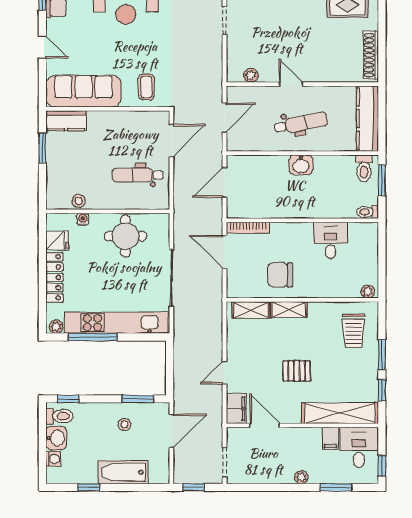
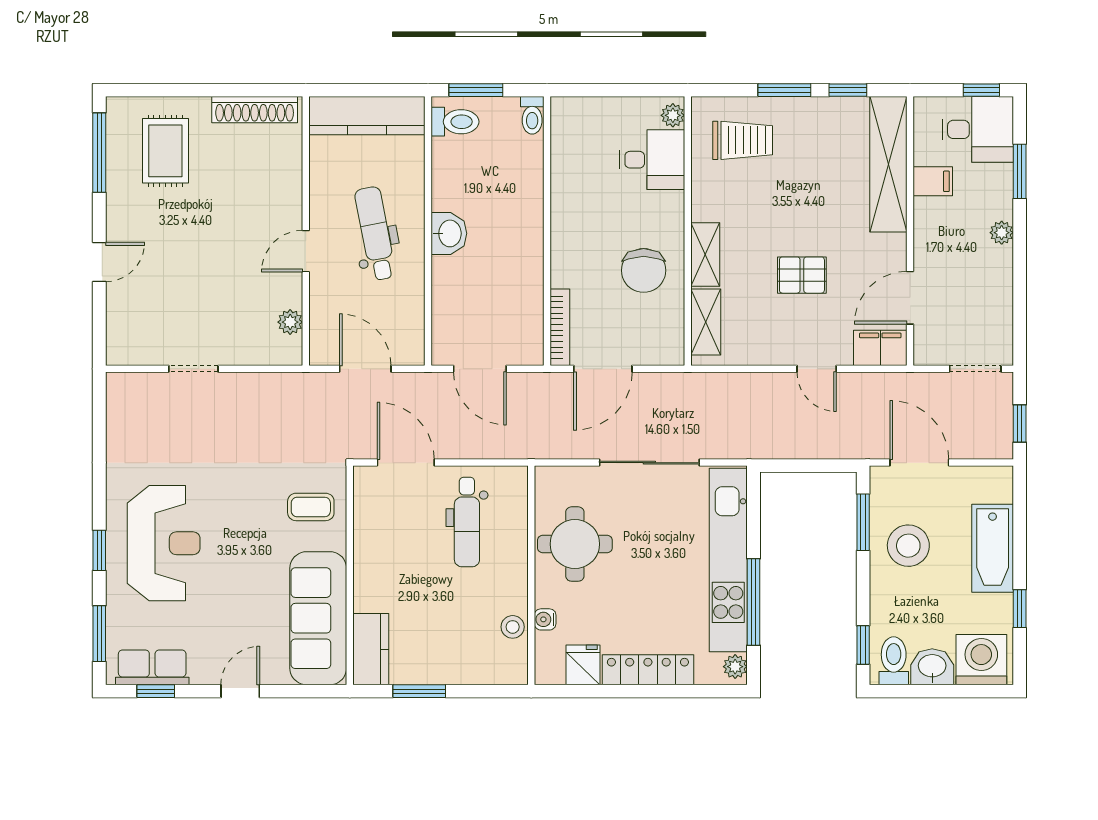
desk: (331, 240) -> (652, 160), moved, turned 180
pallet: (297, 371) -> (802, 275), moved, turned 90
stool: (125, 424) -> (908, 546), width x1.89, depth x1.89
desk: (359, 447) -> (978, 129), moved, turned 180
washing machine: (53, 459) -> (981, 660), width x1.89, depth x1.89

